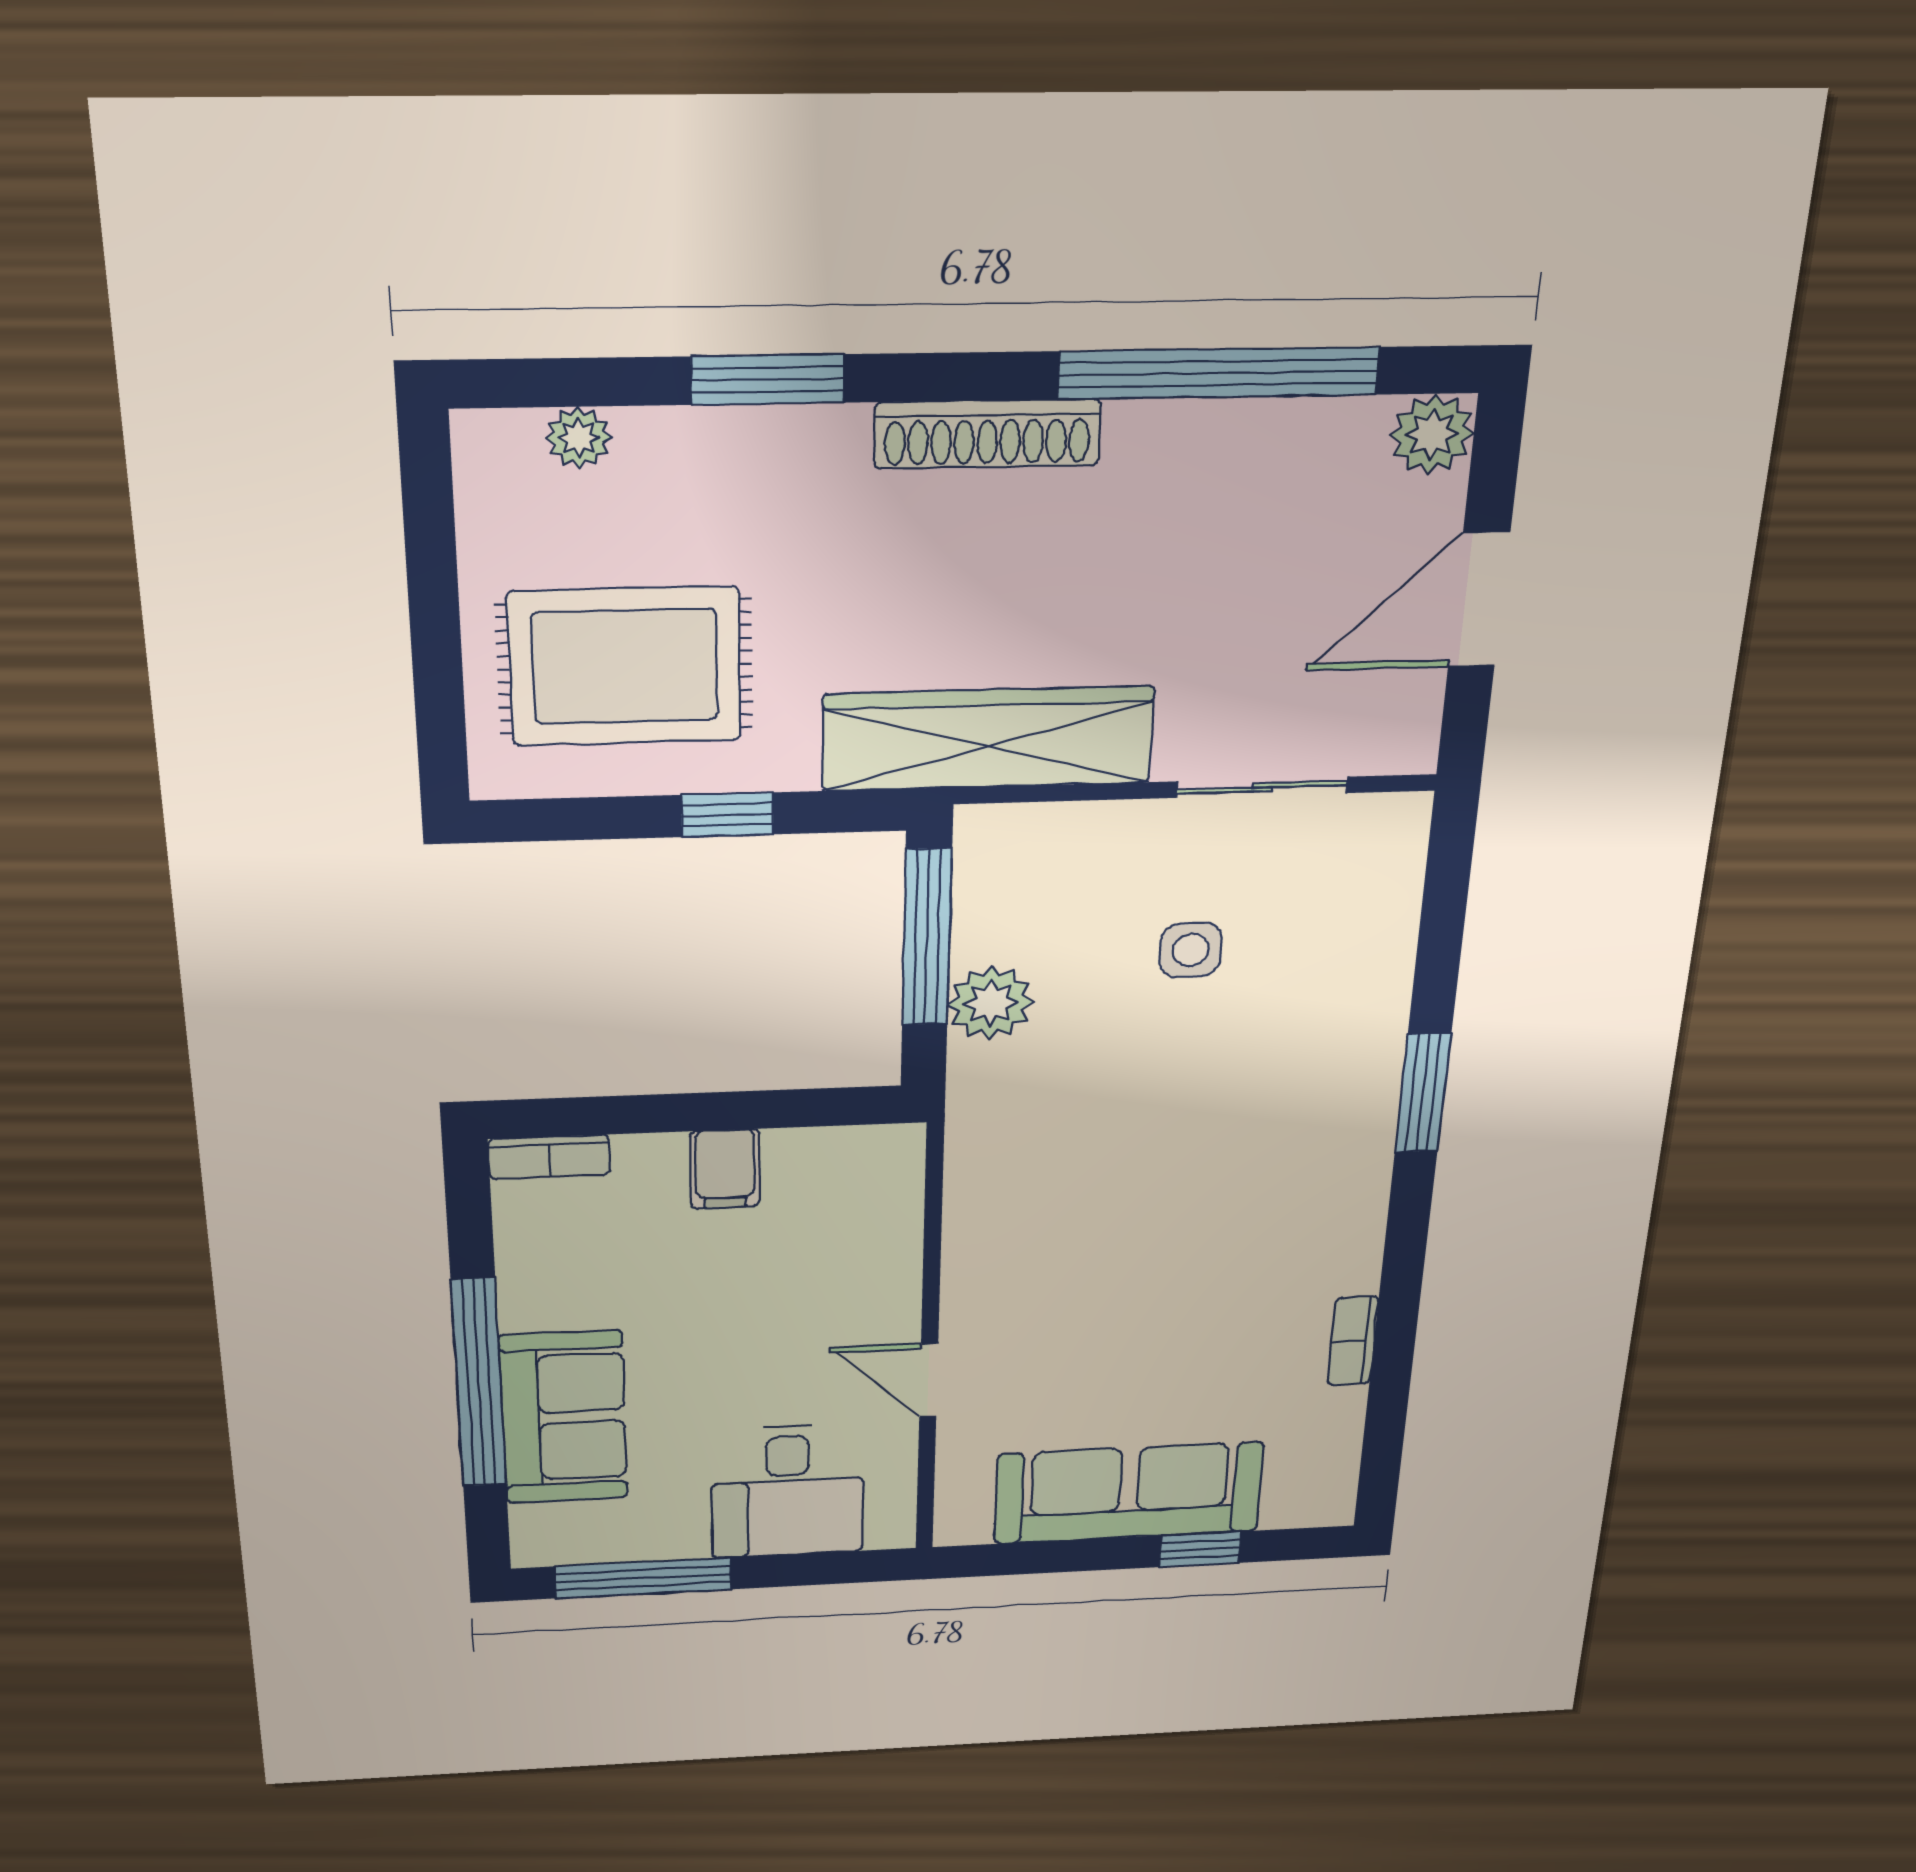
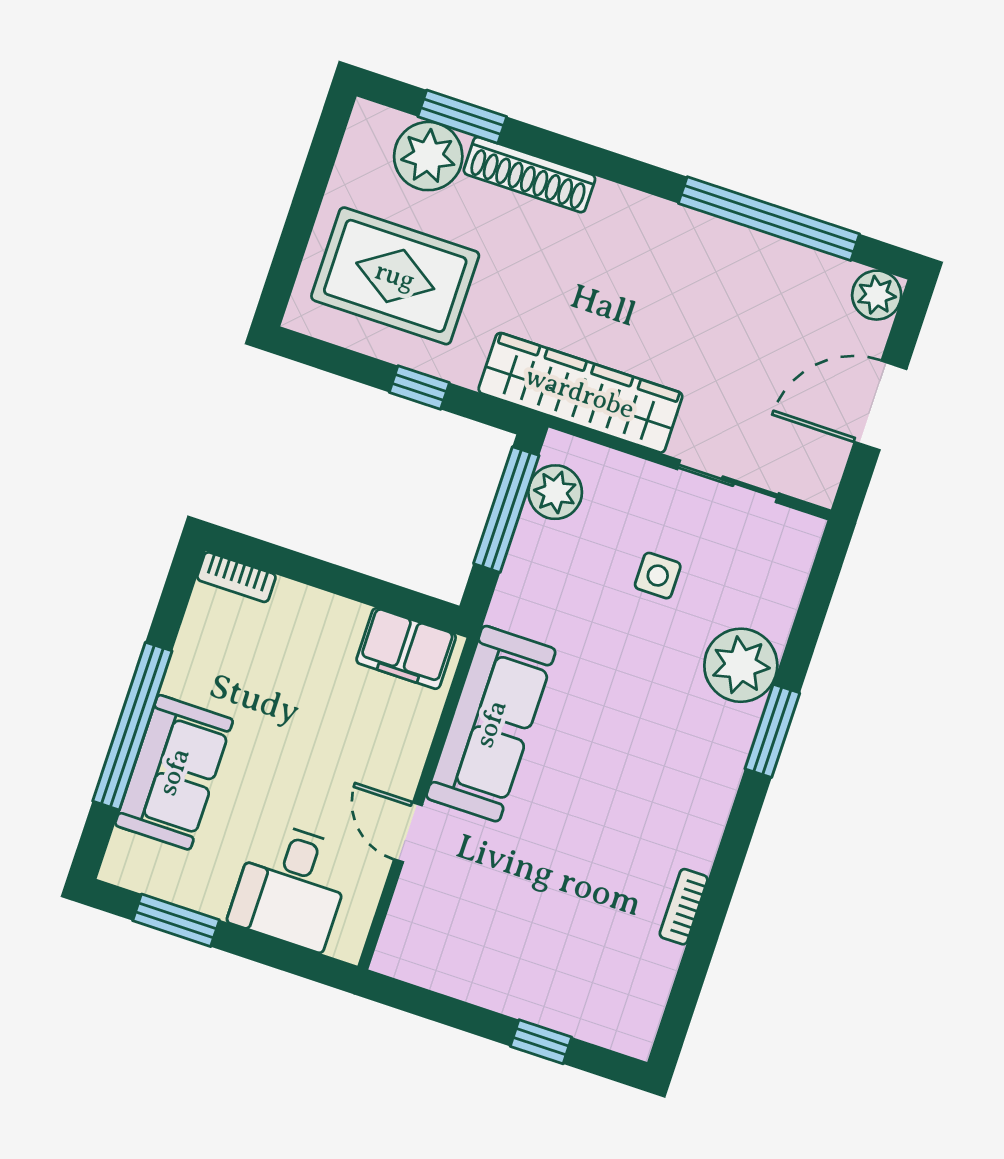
window: (768, 380) -> (462, 117), moved
shoe rack: (987, 434) -> (529, 175), moved
plant: (579, 438) -> (428, 156), width x1.87, depth x1.87
plant: (991, 1003) -> (555, 492), moved
plant: (1352, 1026) -> (741, 665), added
filing cabinet: (725, 1169) -> (406, 648), moved, width x2.00
sofa: (1129, 1493) -> (491, 724), moved, turned 90
window: (643, 1578) -> (176, 920), width x0.69

